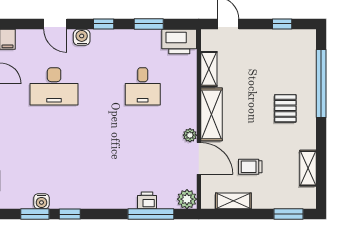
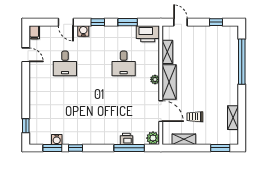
desk: (54, 86) -> (65, 63), width x0.73
pallet: (285, 108) -> (218, 78), removed
plant: (190, 135) -> (155, 79), moved

